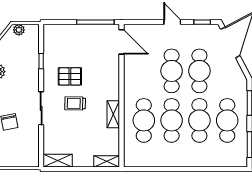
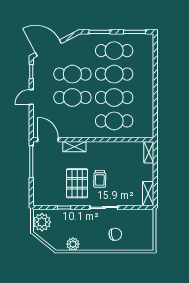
plant: (19, 30) -> (42, 222), width x1.87, depth x1.87
door: (121, 42) -> (48, 140), hinge flipped
pallet: (70, 76) -> (77, 183), width x1.50, depth x1.42
shelving: (113, 114) -> (74, 147), moved

